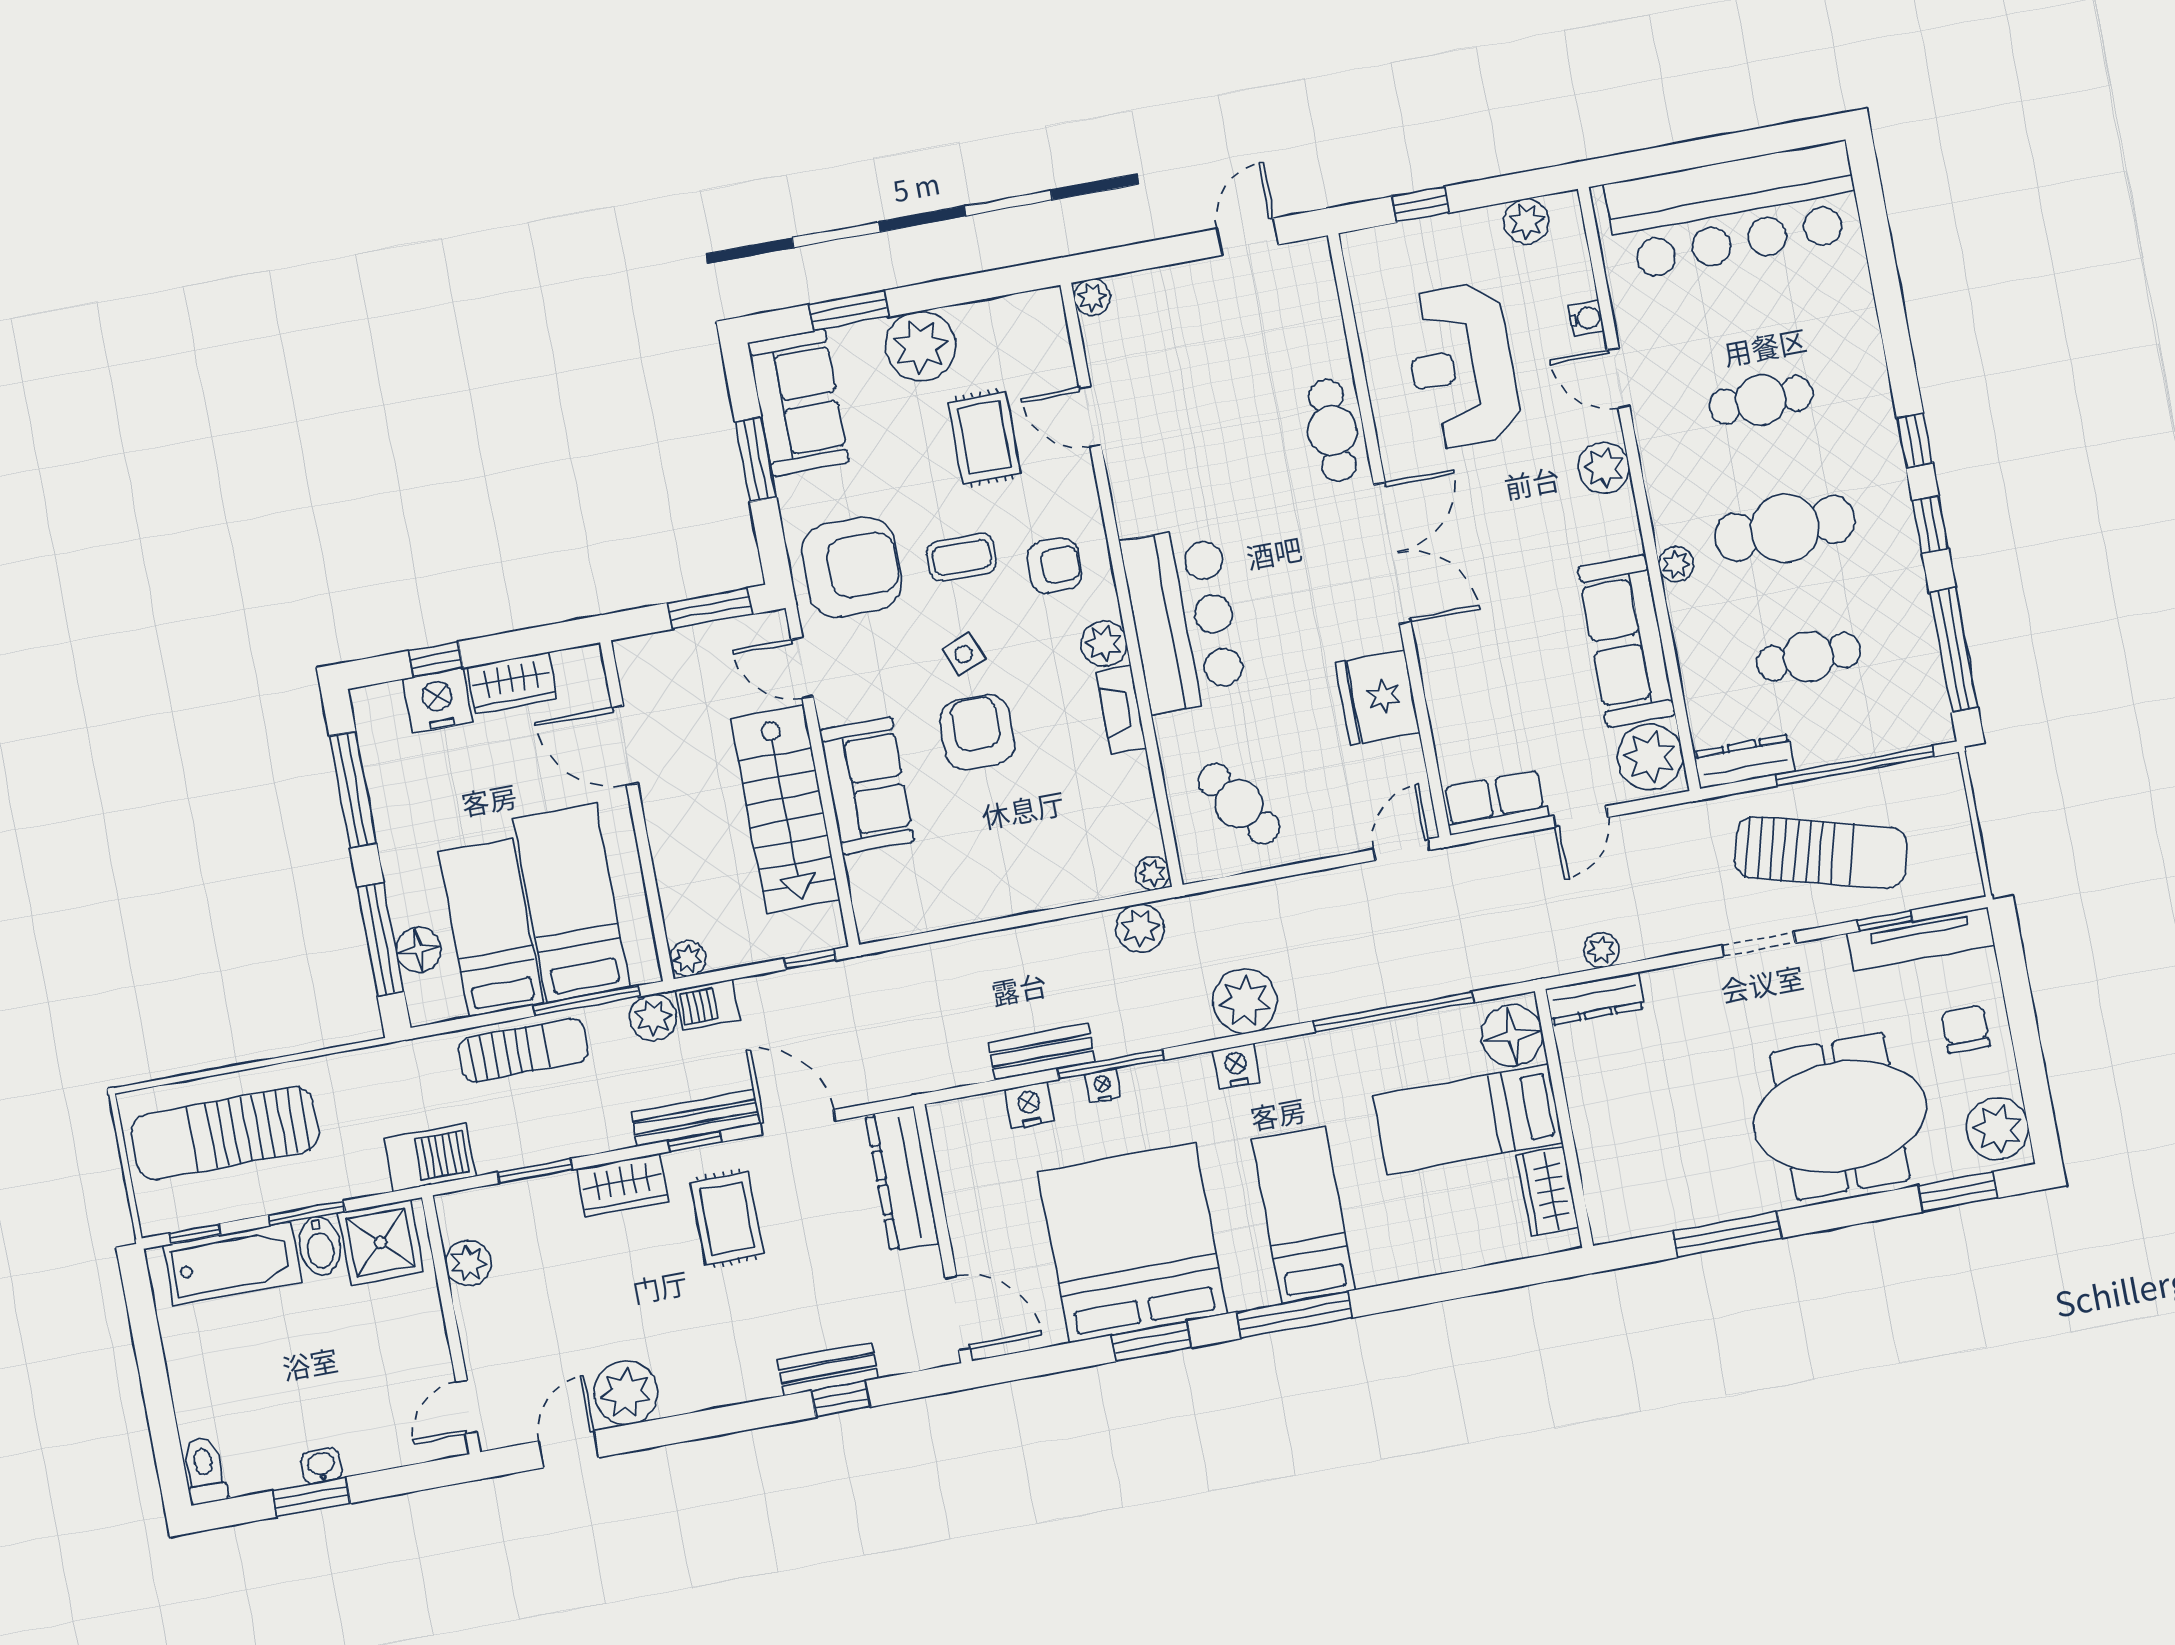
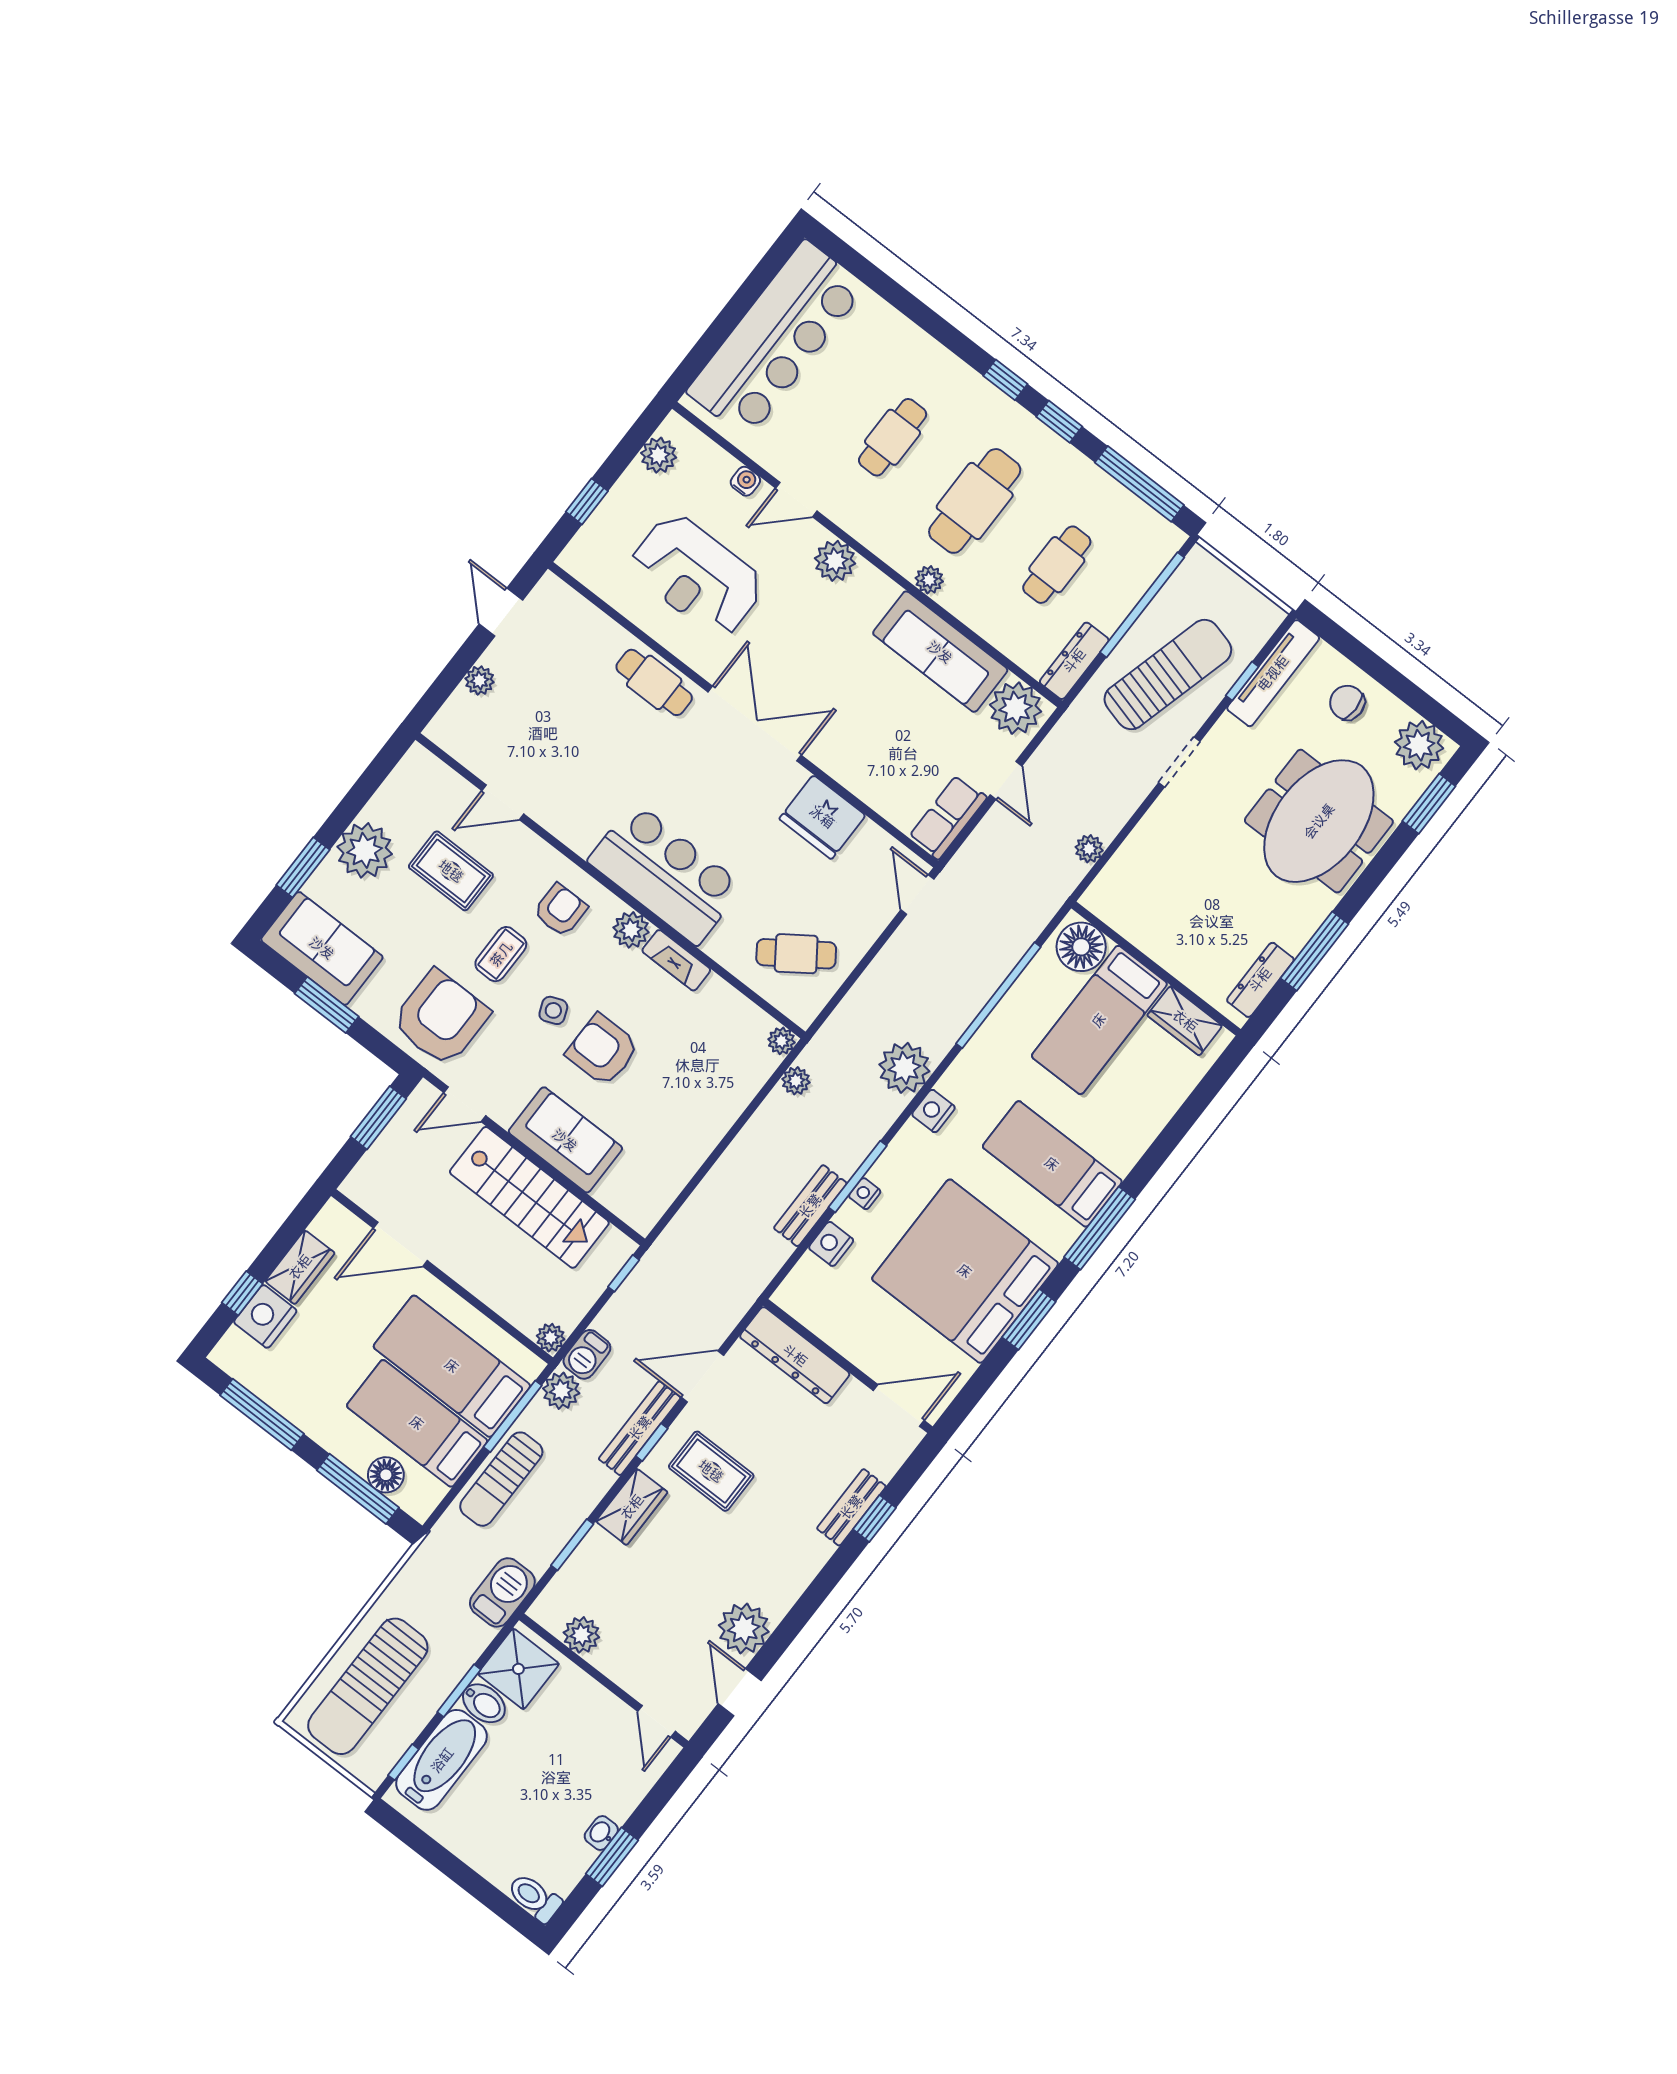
plant: (1092, 297) -> (480, 680), moved
plant: (1140, 928) -> (796, 1081), width x0.73, depth x0.73
dresser: (1595, 999) -> (1260, 980), moved, turned 180
sun lounger: (523, 1050) -> (501, 1479), turned 180

